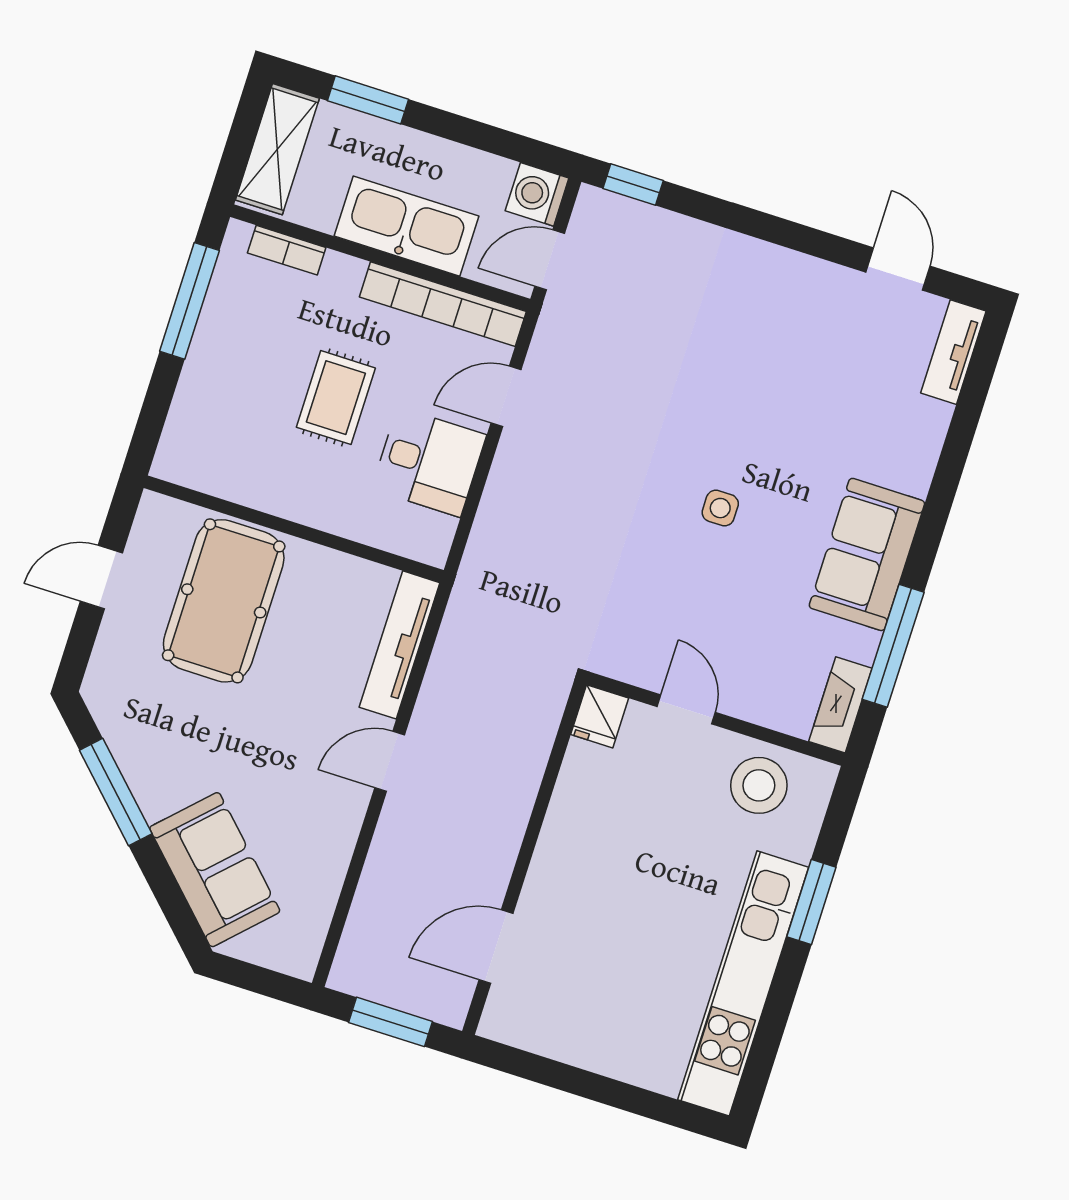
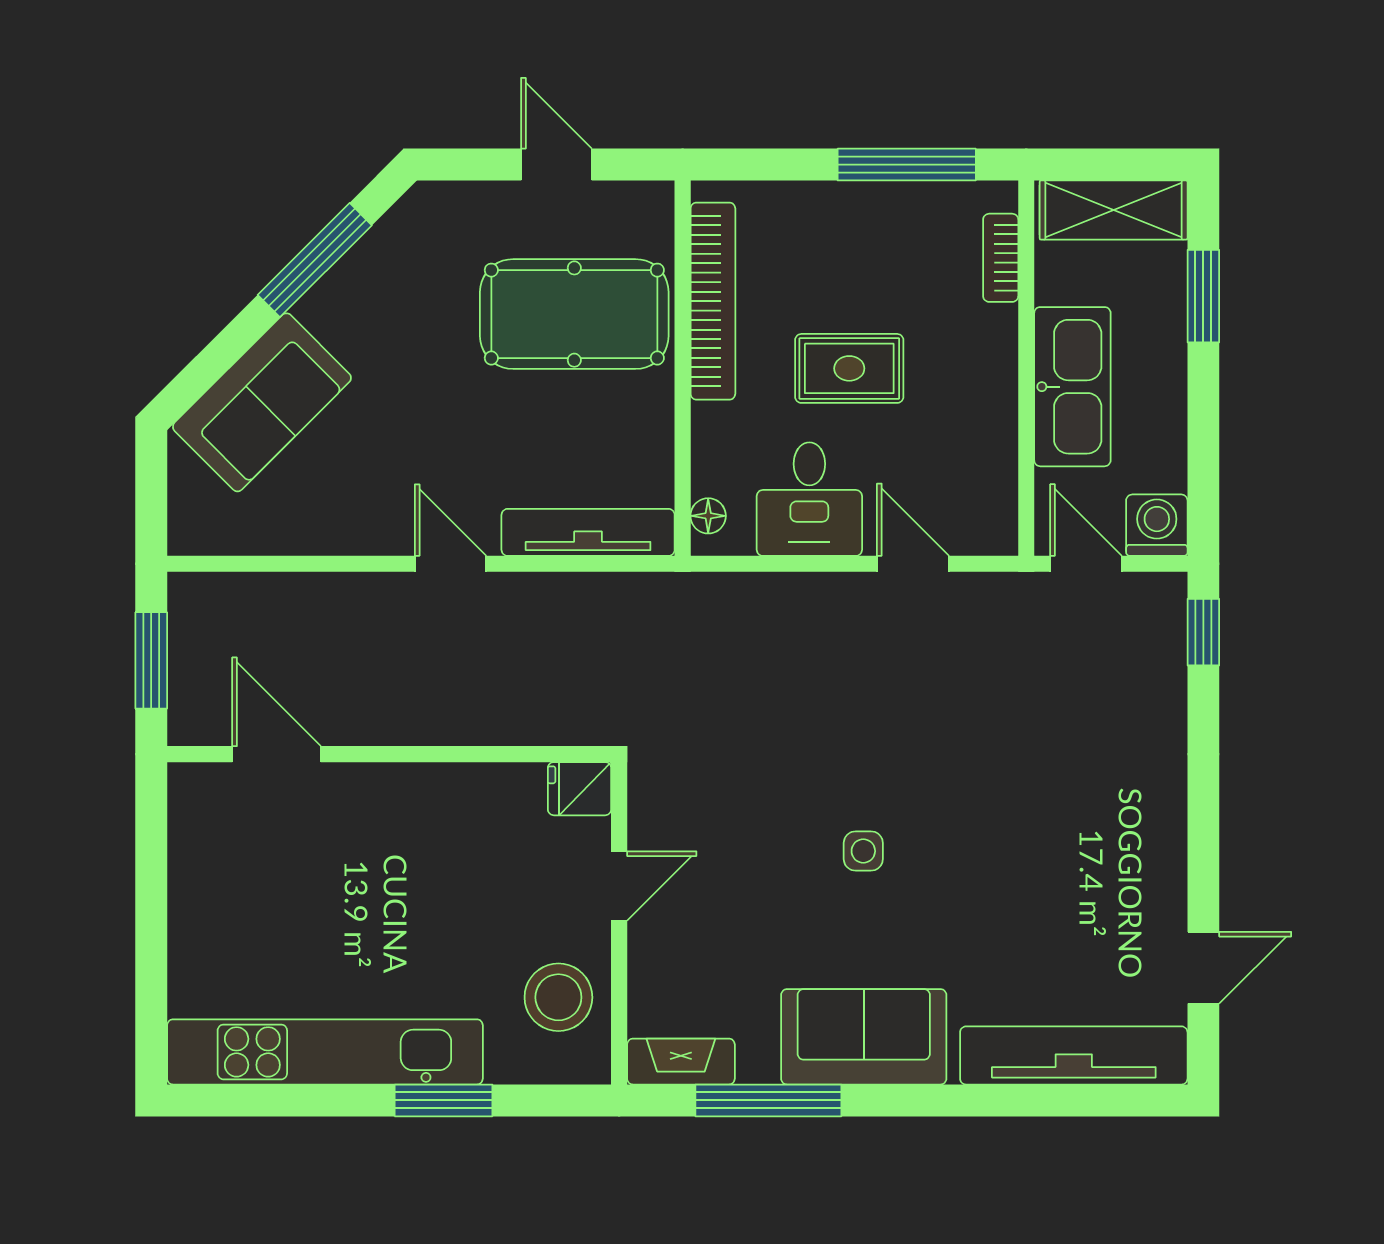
bookcase: (443, 304) -> (713, 301), moved, turned 180
tv unit: (953, 352) -> (1074, 1055), width x1.92, depth x1.29
floor lamp: (417, 546) -> (708, 516), added

